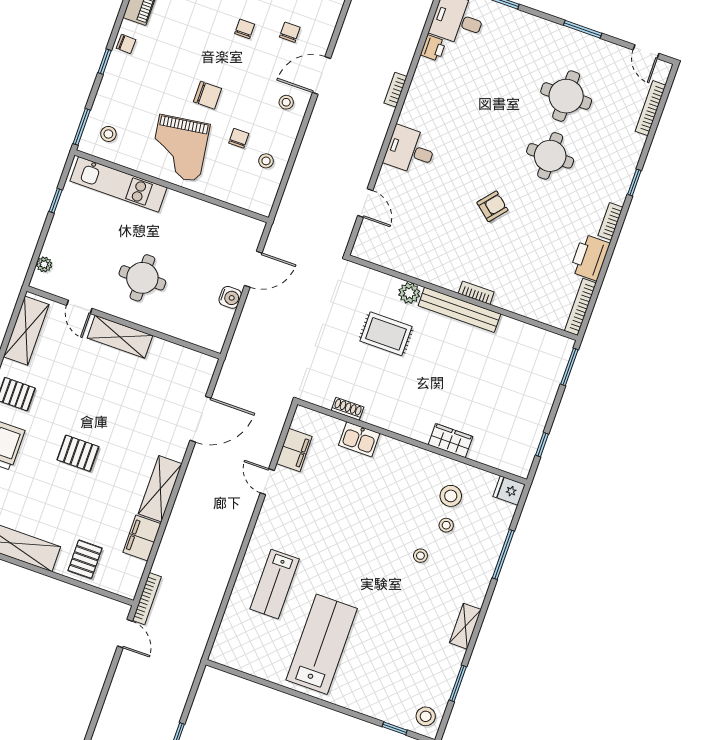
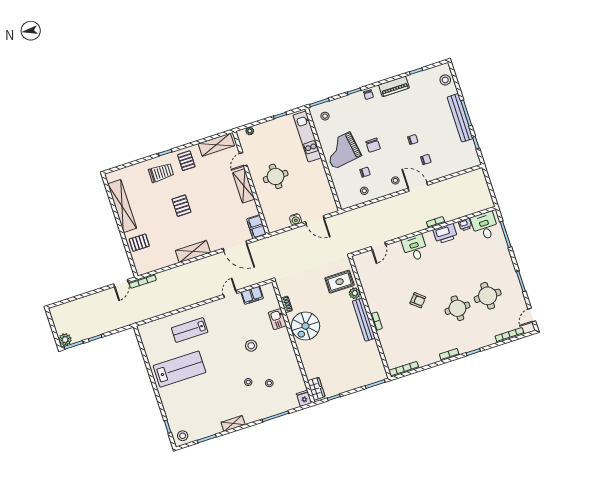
printer: (590, 257) -> (445, 234), moved, turned 180
rug: (386, 334) -> (340, 282), moved, turned 90
spiral stairs: (402, 405) -> (305, 326), added
wardrobe: (450, 441) -> (316, 389), moved
stool: (451, 496) -> (251, 346), moved
filing cabinet: (142, 538) -> (256, 227), moved, turned -90

